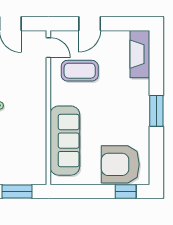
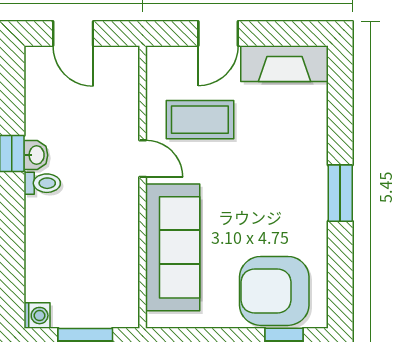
door: (48, 48) -> (143, 159), moved
fireplace: (140, 54) -> (284, 64), moved, turned -90

